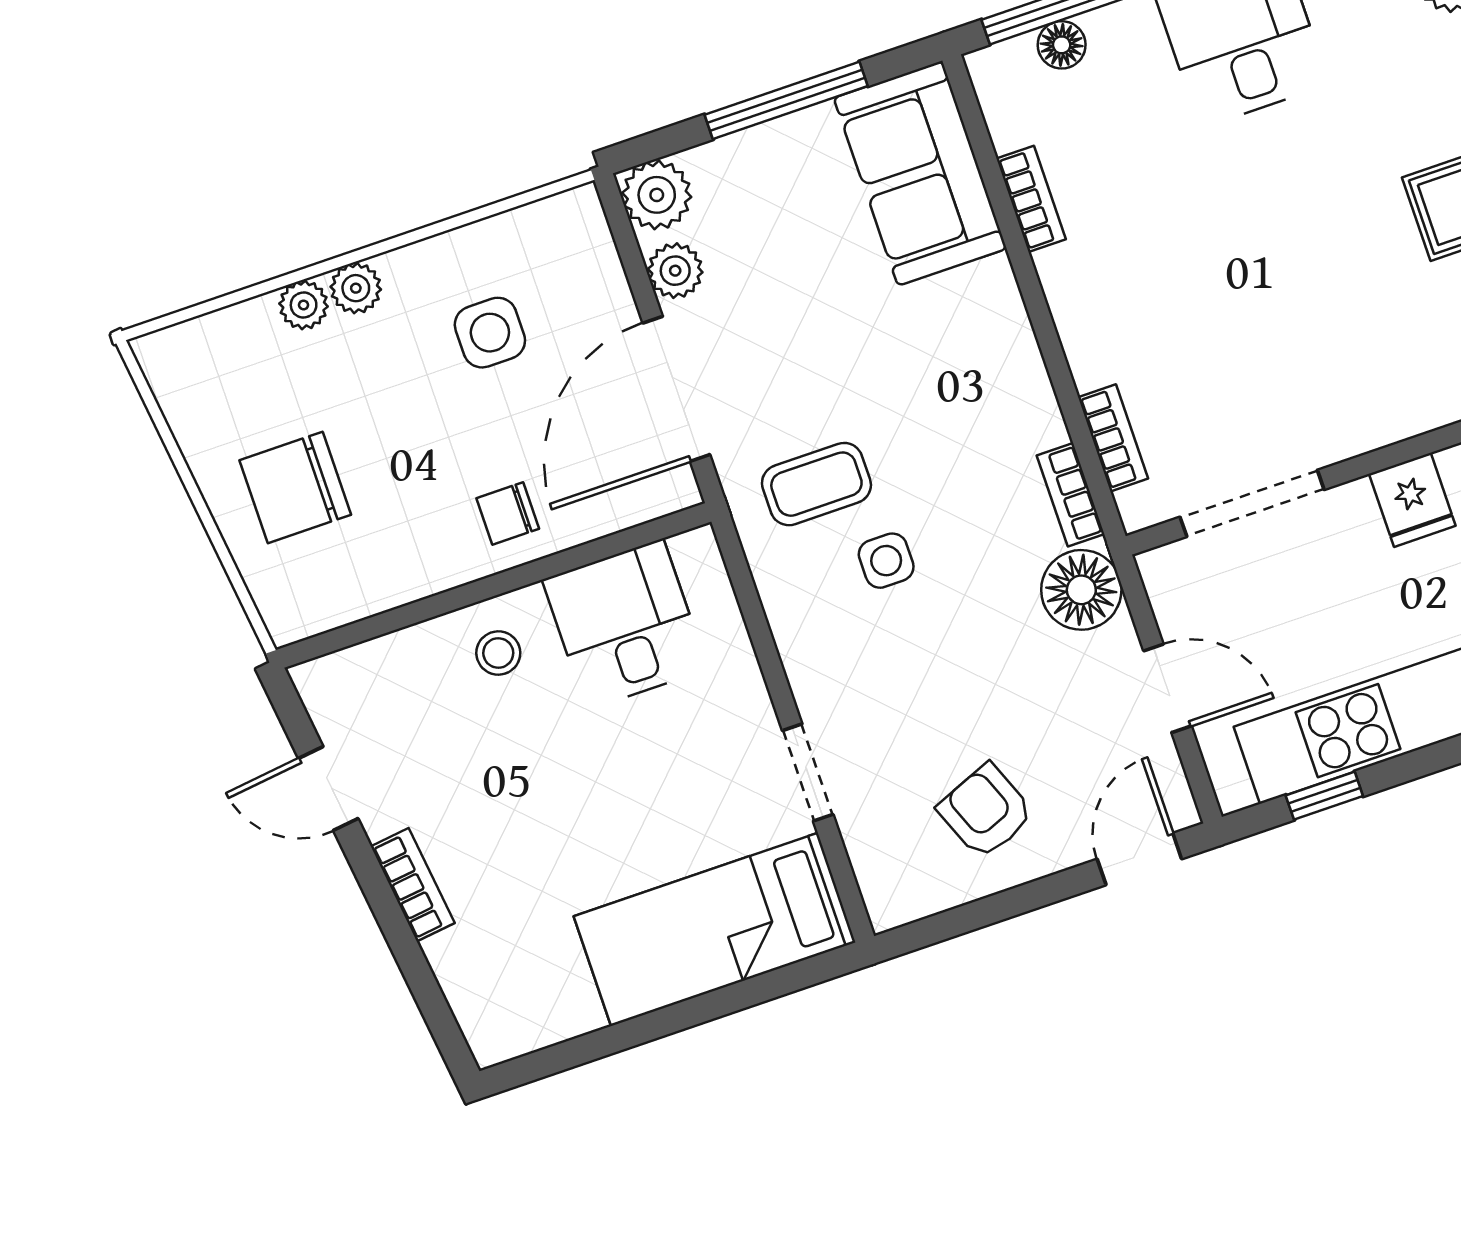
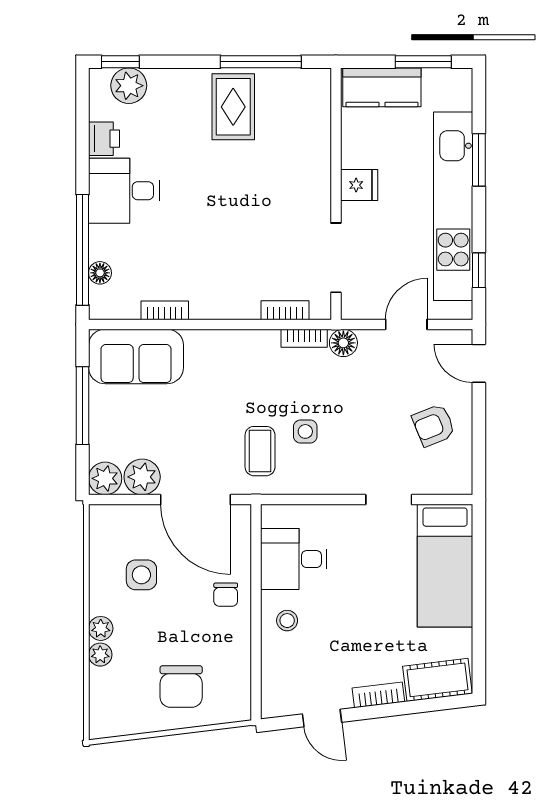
plant: (675, 271) -> (142, 477), width x1.38, depth x1.38
floor lamp: (1081, 590) -> (343, 343), width x0.73, depth x0.73
door: (328, 788) -> (322, 718), hinge flipped
cot: (483, 992) -> (437, 680), added

